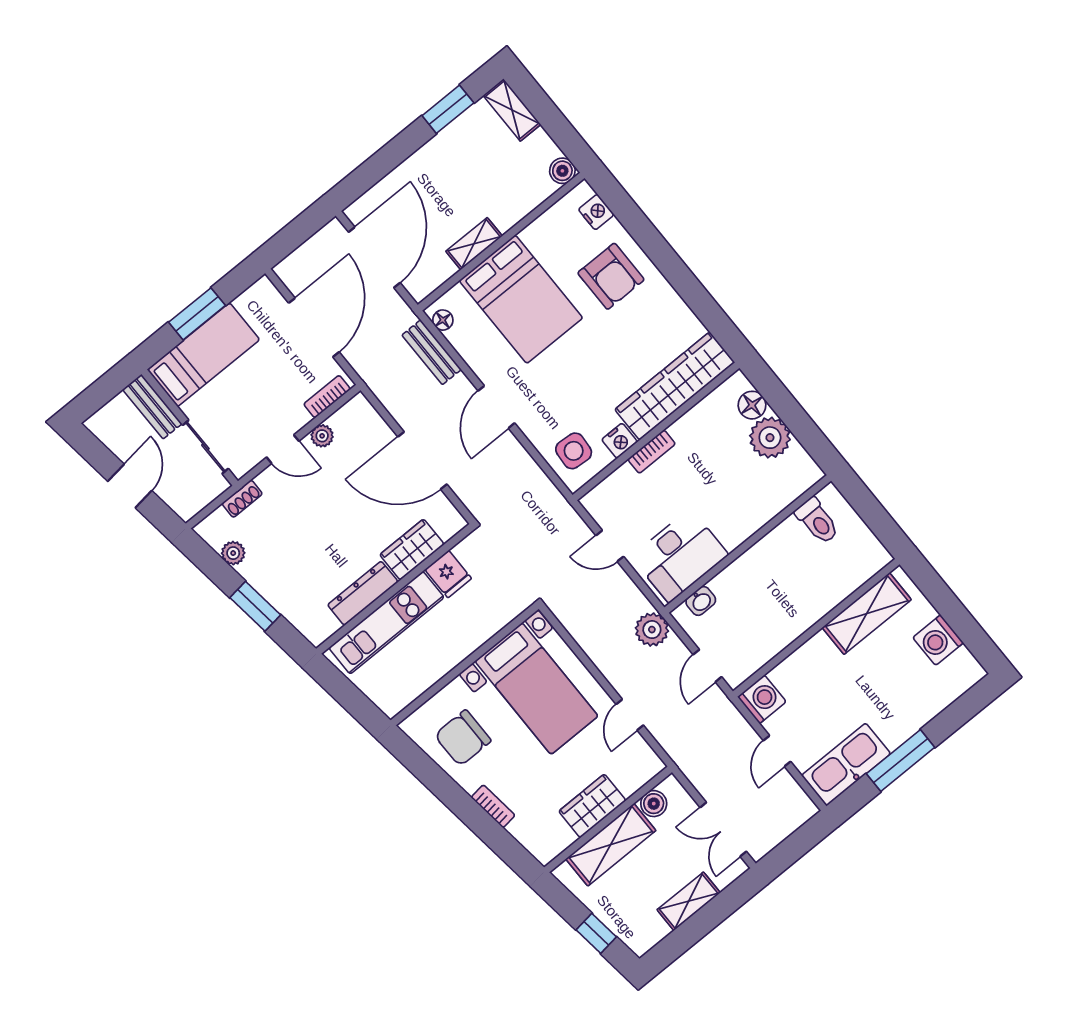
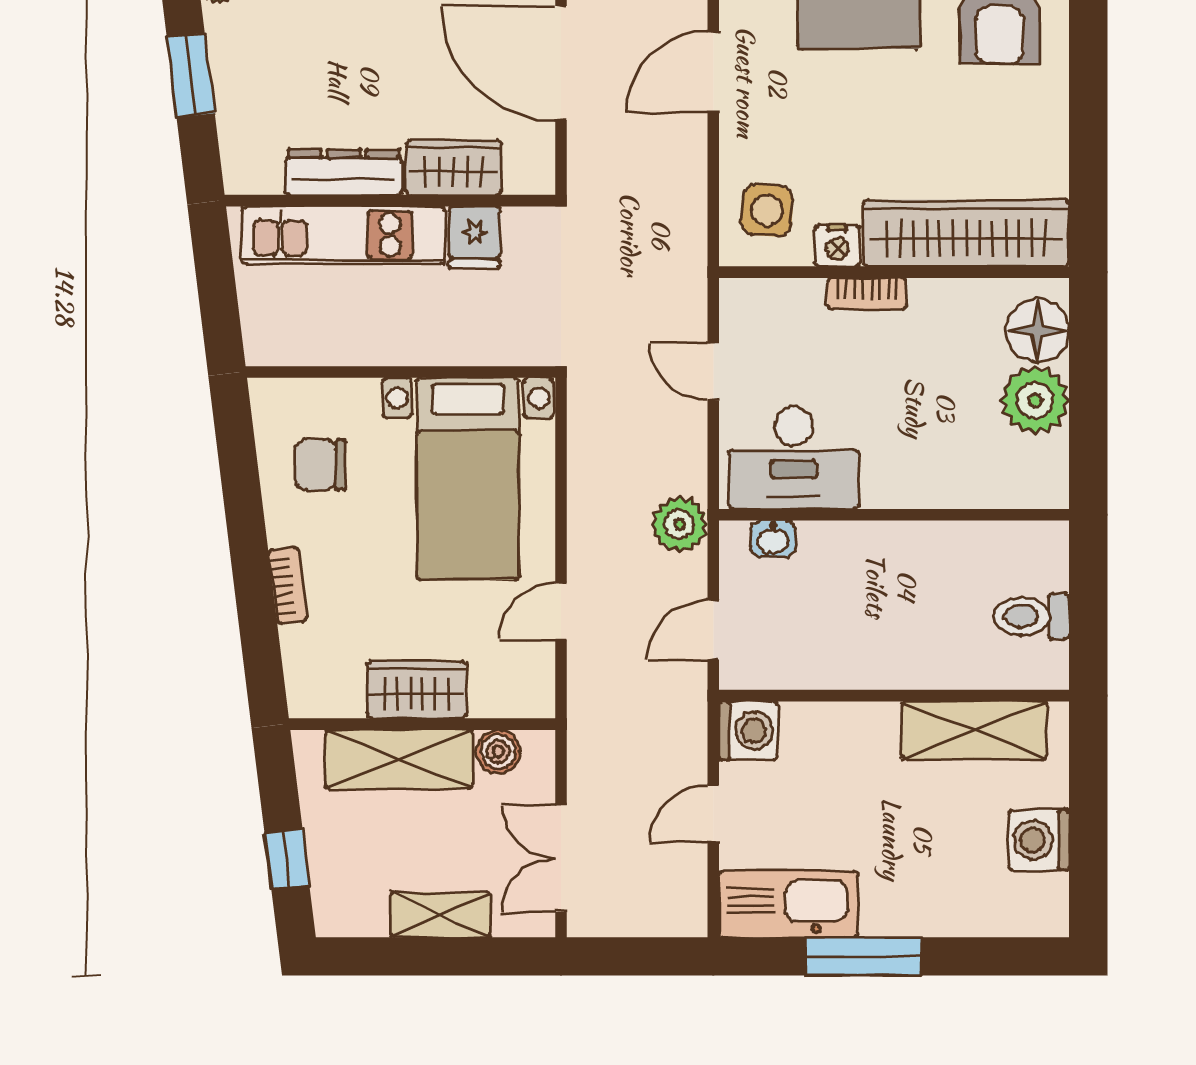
floor lamp: (752, 405) -> (1038, 331), width x1.38, depth x1.38
toilet: (817, 521) -> (1032, 616), moved, turned 90
chair: (463, 738) -> (320, 465), width x0.73, depth x0.73

